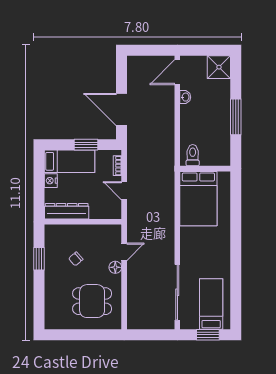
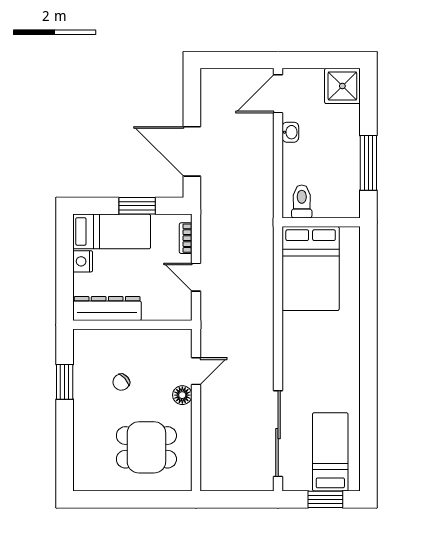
toilet: (193, 155) -> (302, 201), moved
wall: (205, 169) -> (321, 222), moved
bed: (198, 199) -> (311, 268), moved

